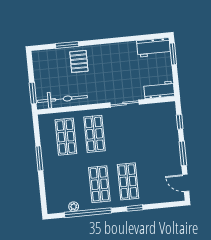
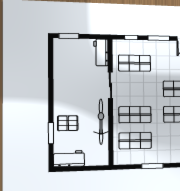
workbench: (154, 47) -> (69, 159), moved, turned -90
window: (33, 93) -> (93, 168), removed
bicycle: (62, 99) -> (101, 122), moved
shop shelf: (152, 128) -> (135, 63), added

